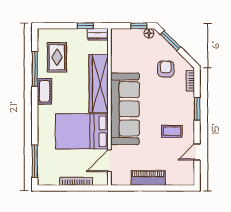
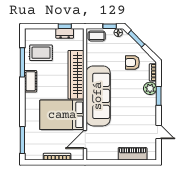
dresser: (98, 34) -> (65, 33), moved
rug: (57, 57) -> (41, 53), turned 90
armchair: (166, 69) -> (132, 62), turned -90
plant: (187, 100) -> (150, 88), added
coffee table: (172, 131) -> (97, 36), moved
door: (197, 152) -> (159, 132), swing flipped
piano: (148, 178) -> (133, 154), moved

